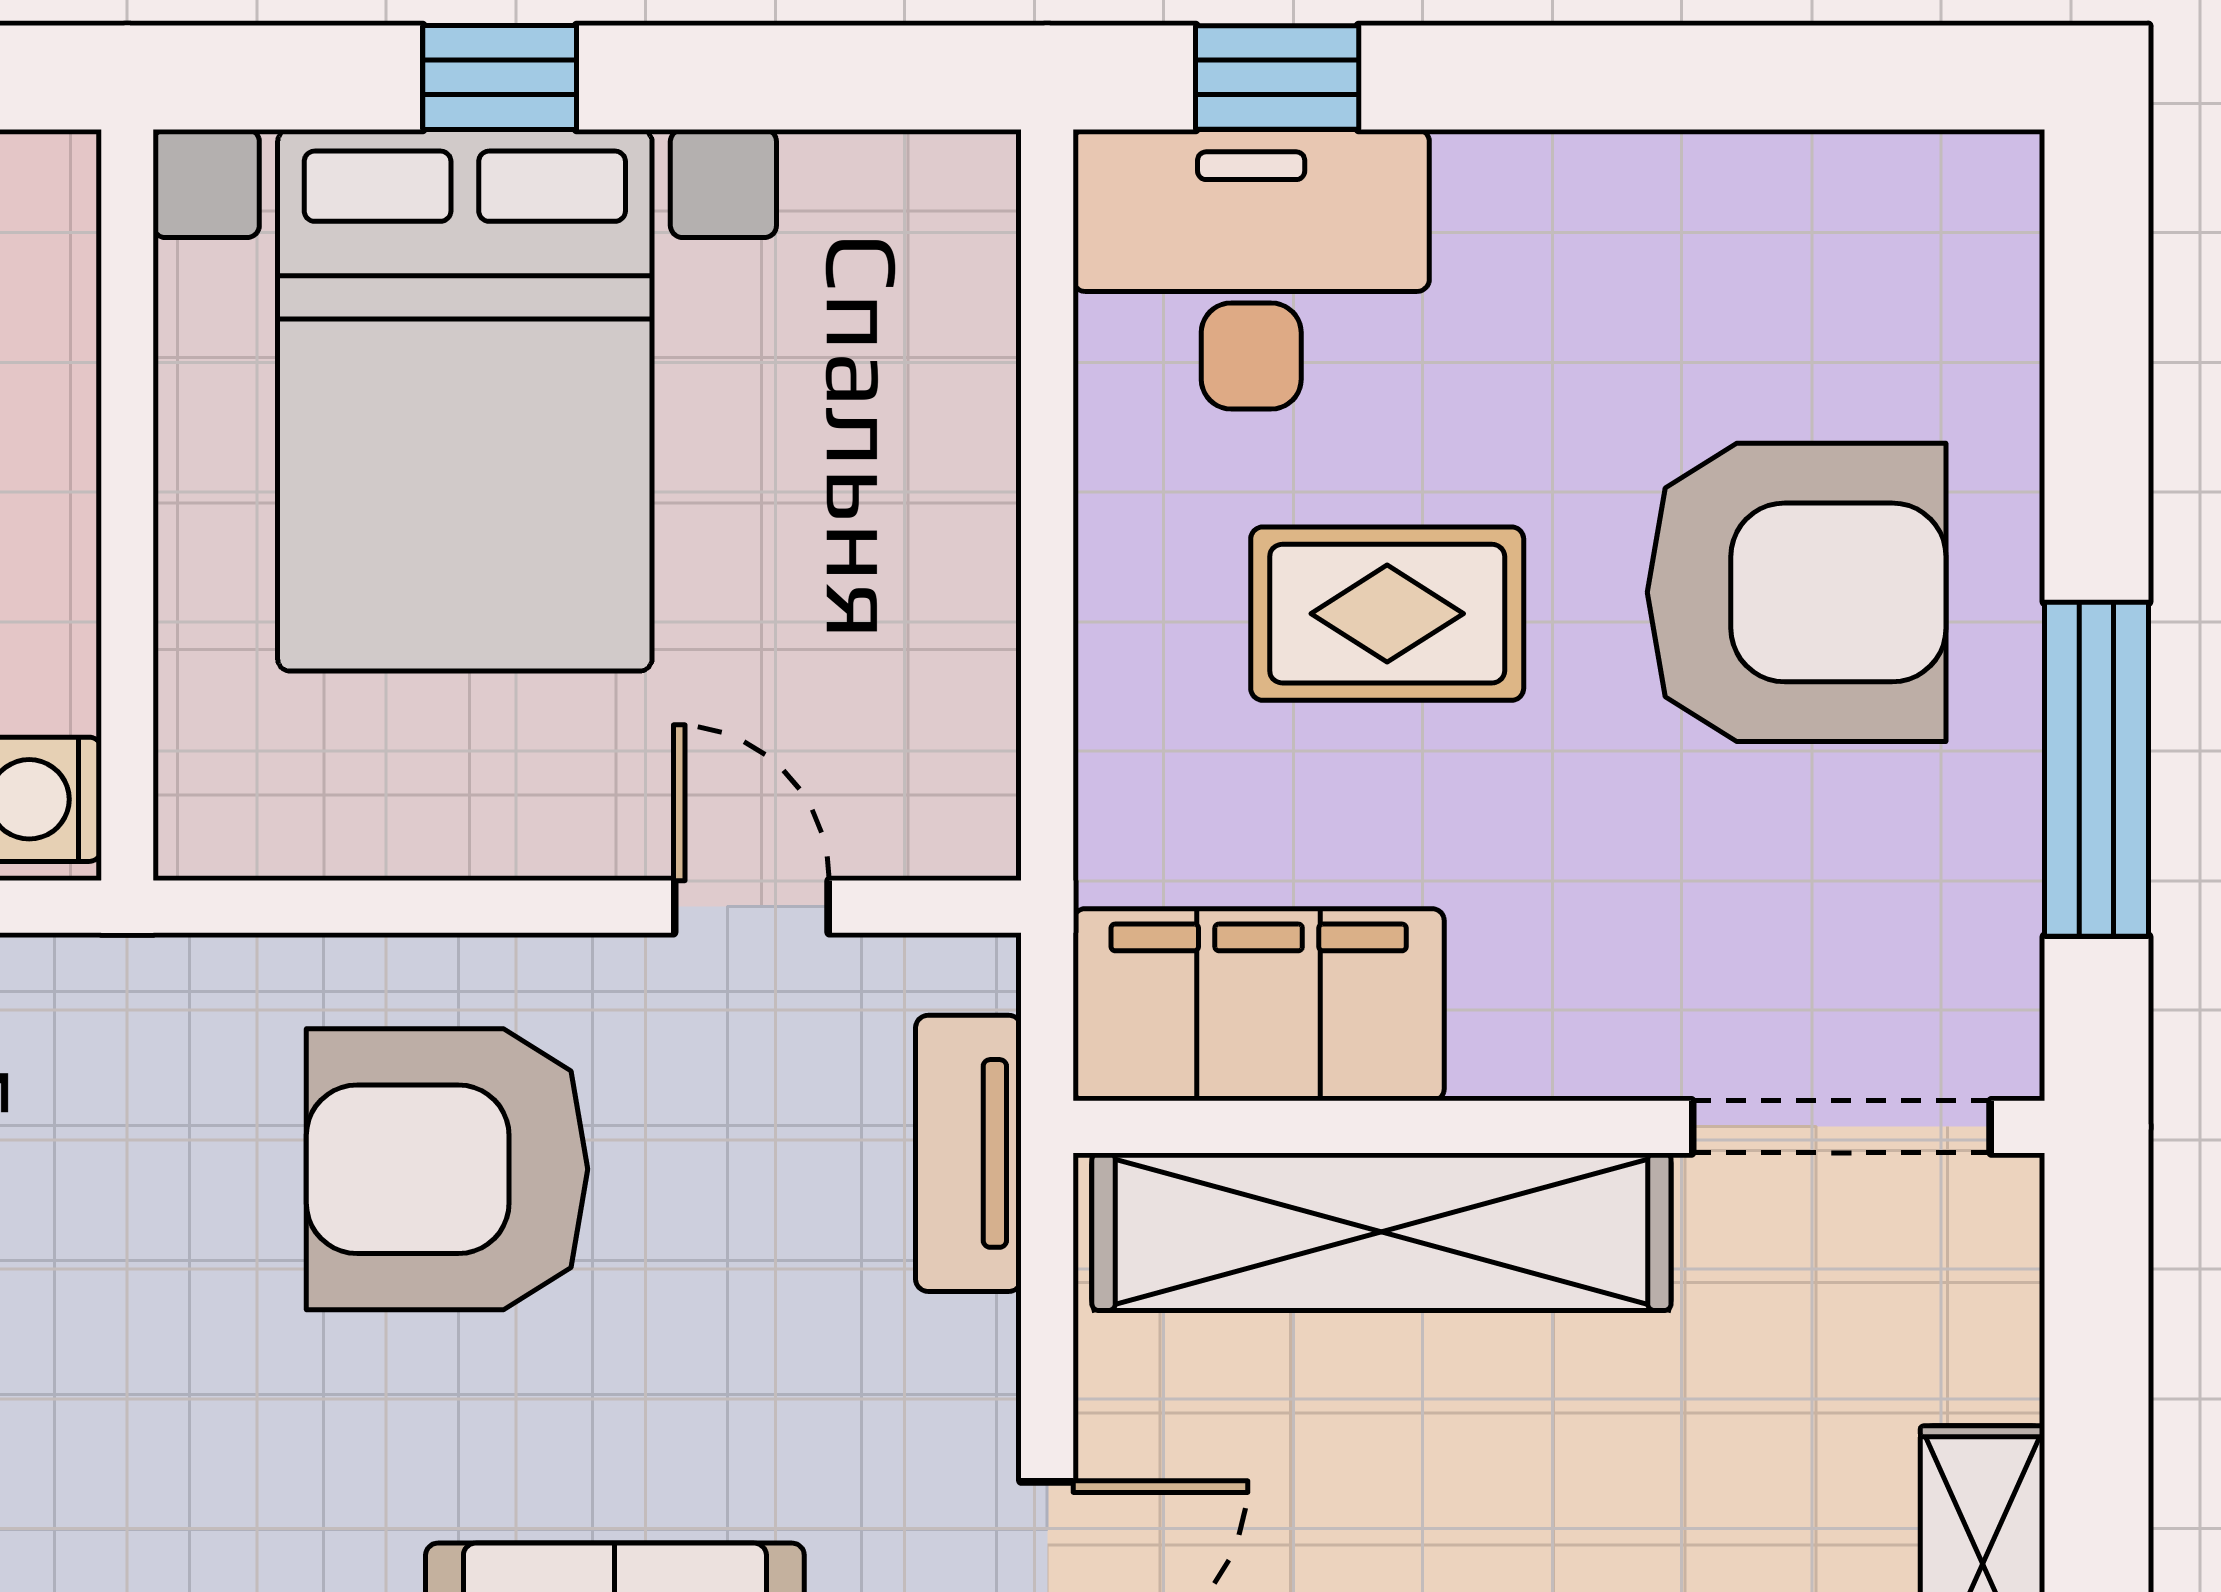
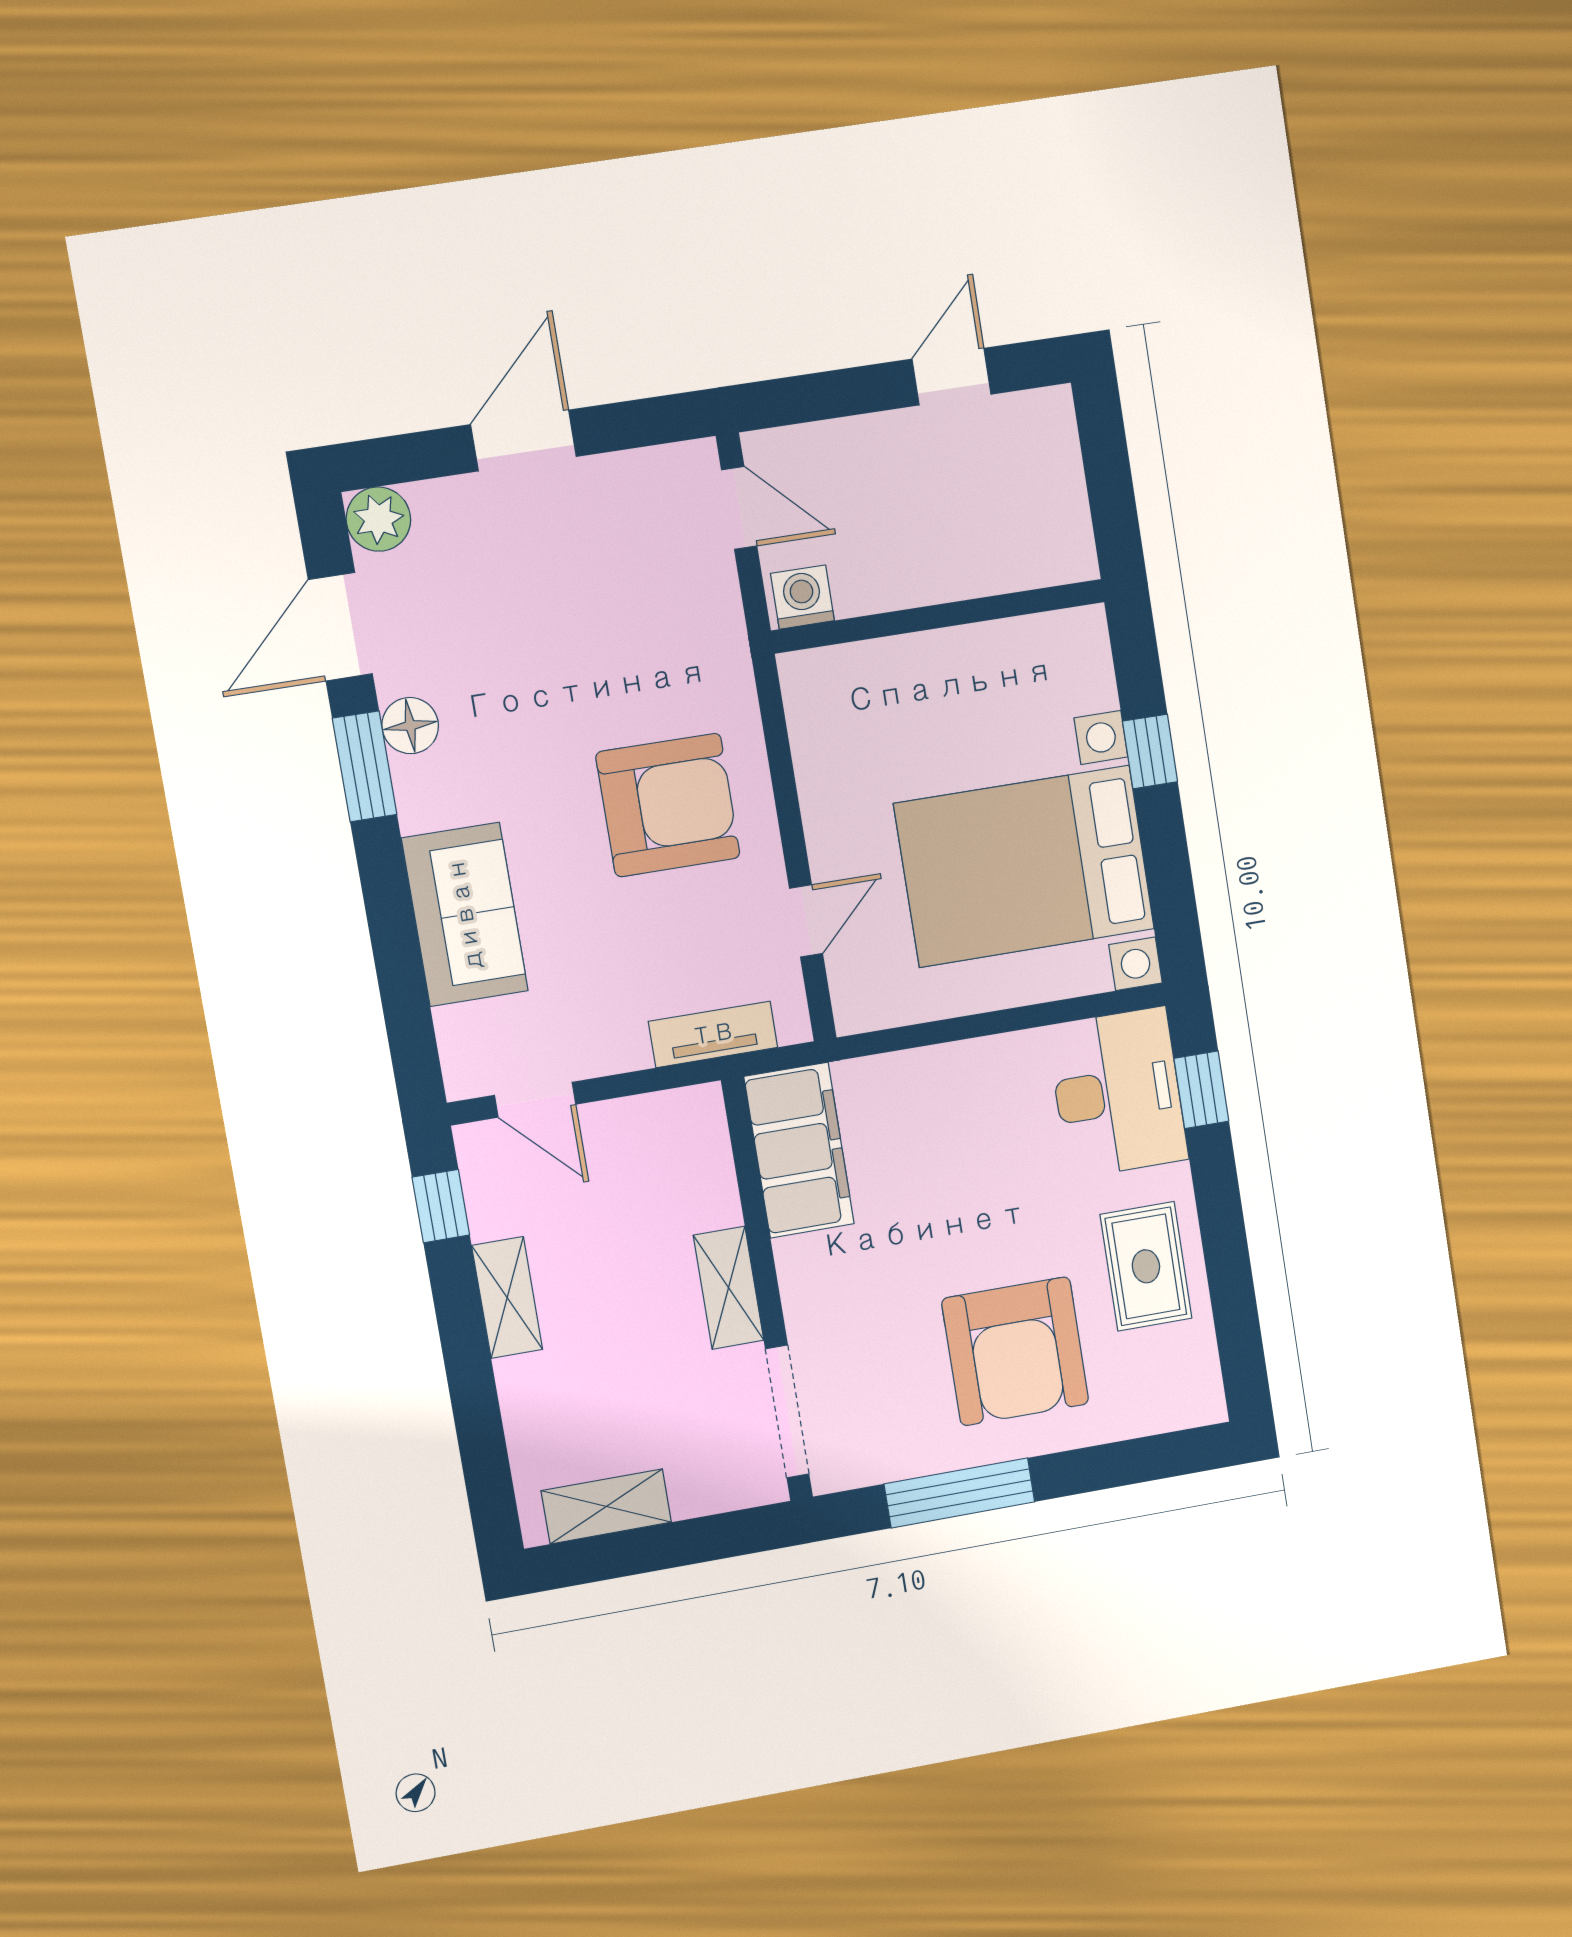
bed with nightstands: (465, 400) -> (1024, 866), moved
rug: (1387, 614) -> (1146, 1266), moved
armchair: (447, 1169) -> (668, 805), turned 90
shelving: (1381, 1232) -> (728, 1288), width x0.45, depth x0.75

